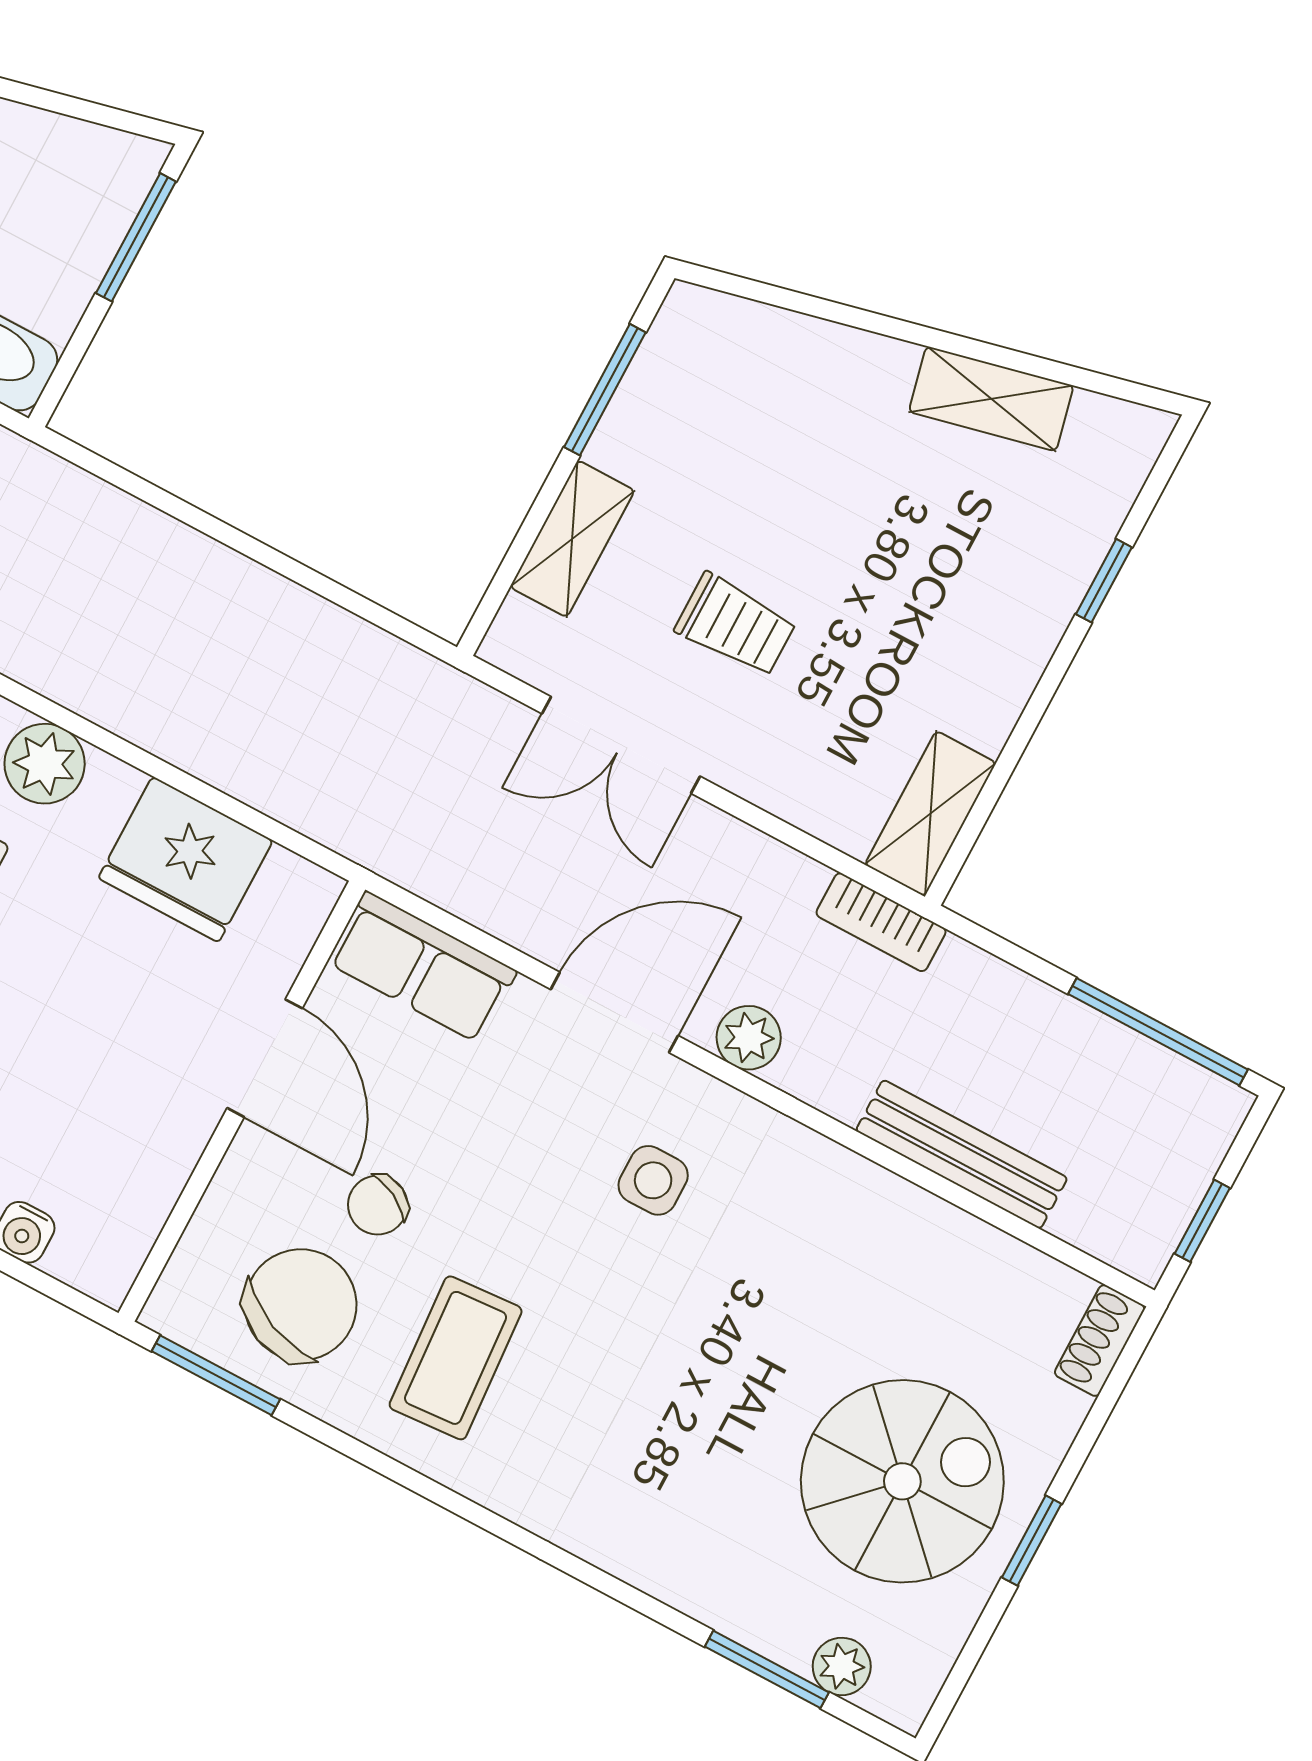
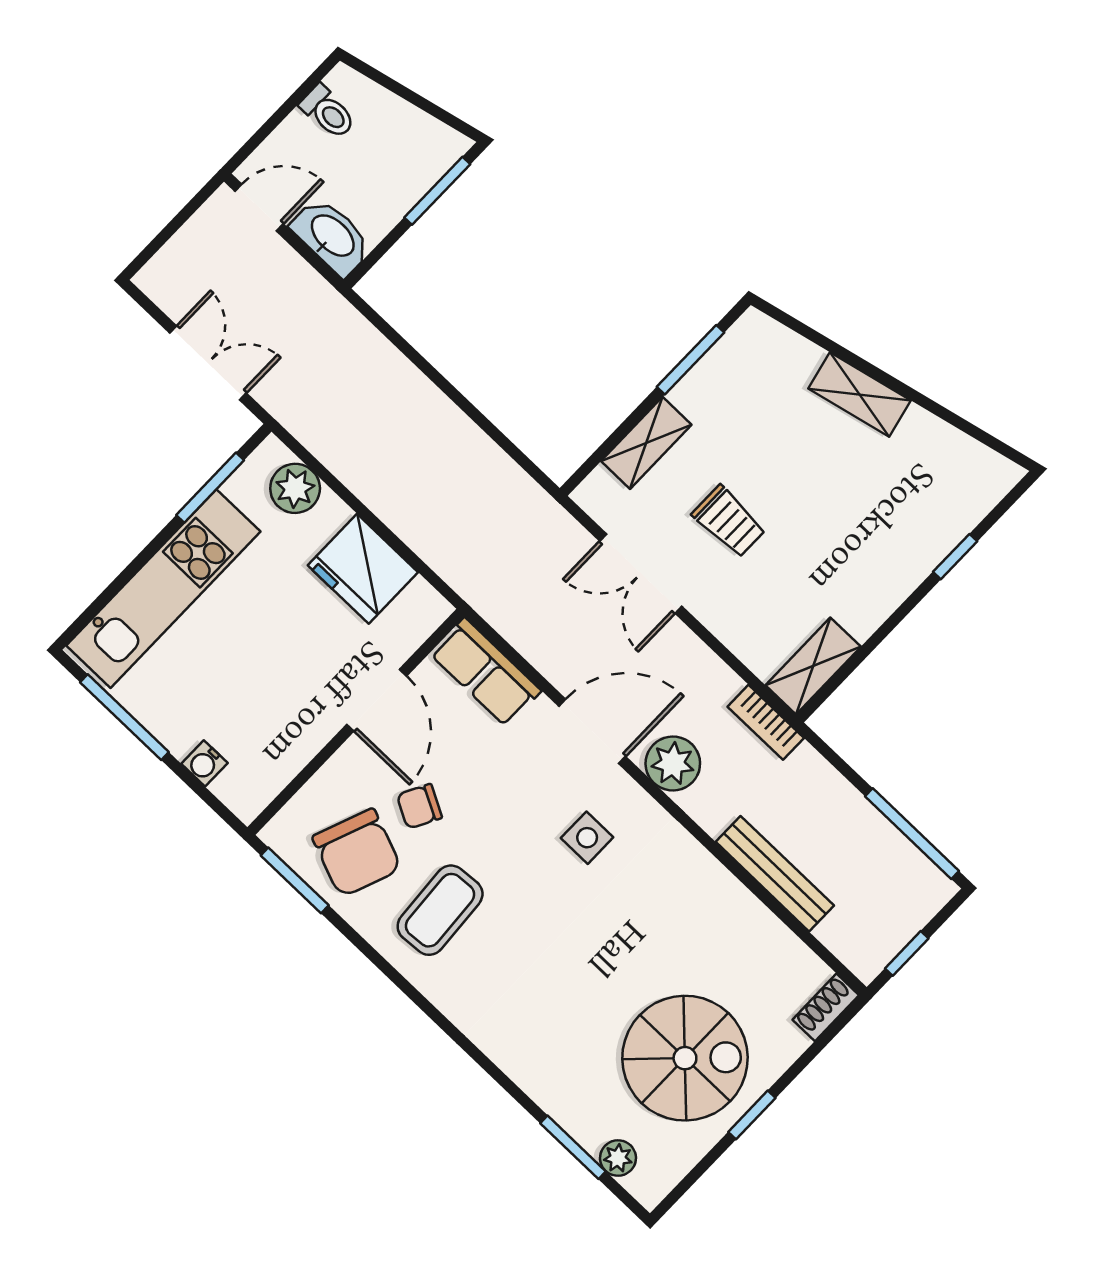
shelving: (991, 399) -> (860, 394), moved
plant: (749, 1038) -> (673, 763), width x1.38, depth x1.38
chair: (301, 1305) -> (357, 853), turned 88

